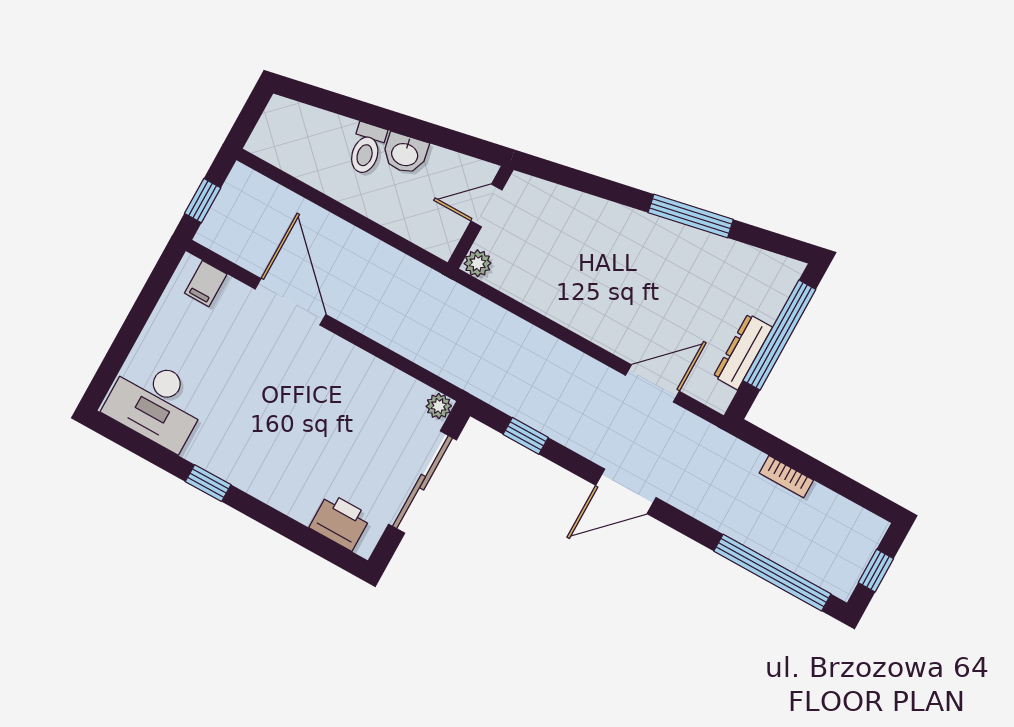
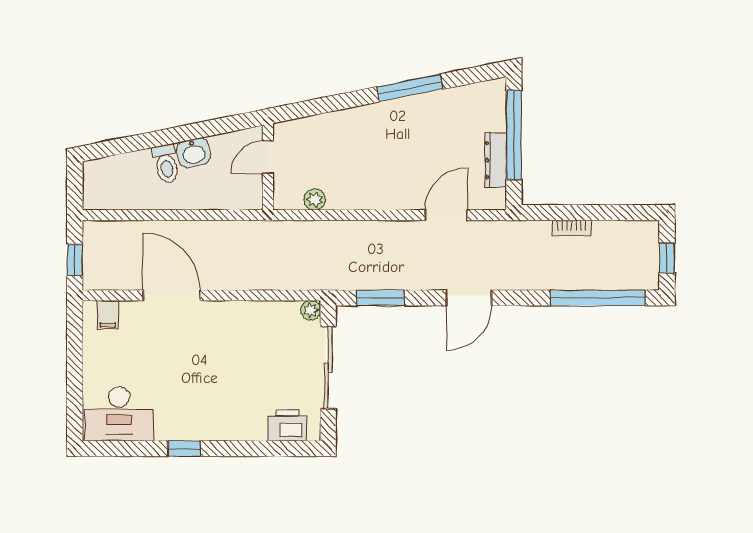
plant: (478, 263) -> (315, 200), moved
window: (526, 436) -> (380, 298), width x1.50

